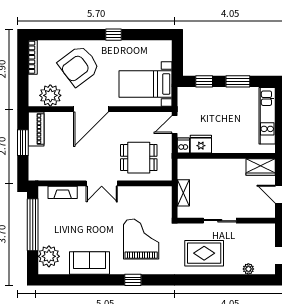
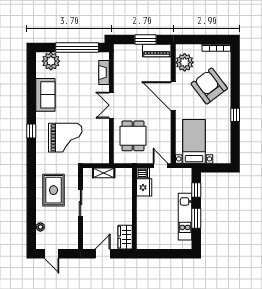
kitchen unit: (267, 116) -> (185, 217), moved, turned -90

